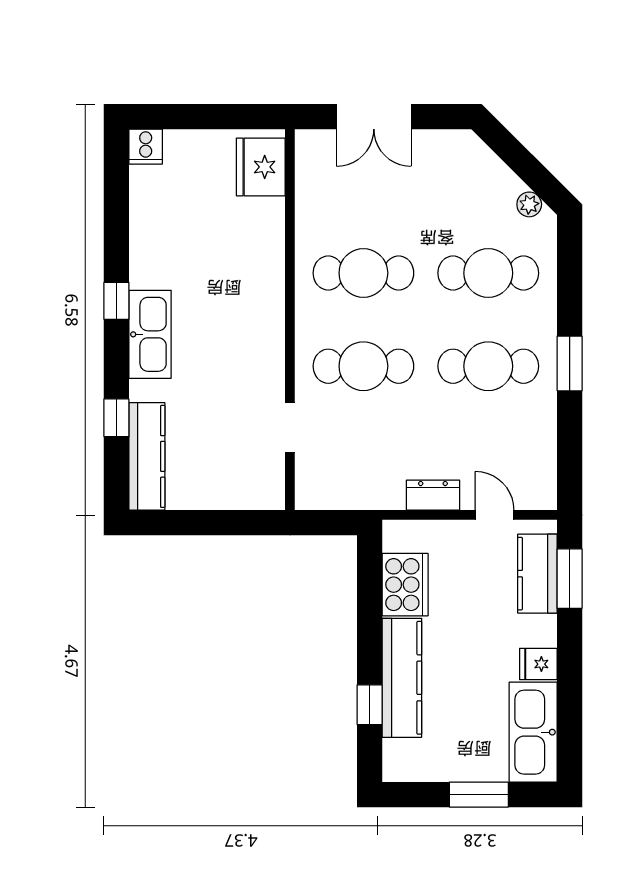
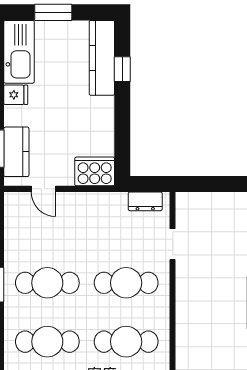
dresser: (433, 495) -> (145, 201), moved
cooker: (405, 585) -> (95, 171), moved, turned 90
kitchen counter: (402, 678) -> (102, 58), moved

